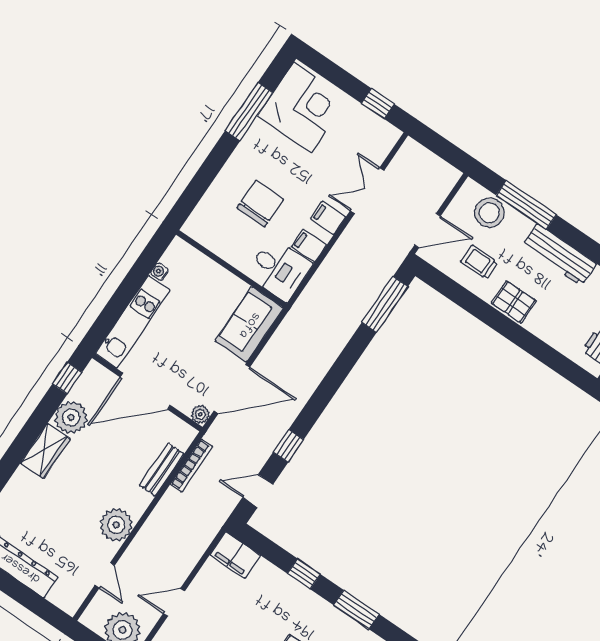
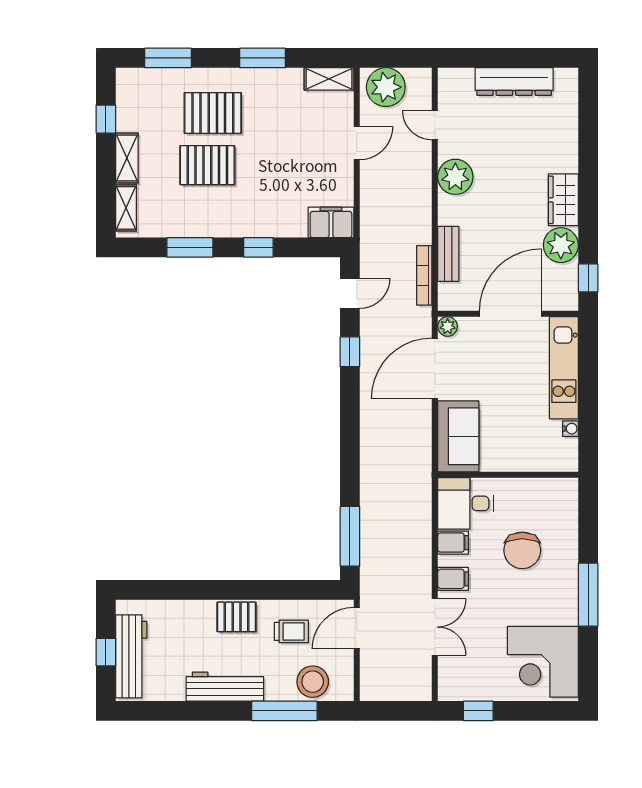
window: (249, 112) -> (588, 595), moved

